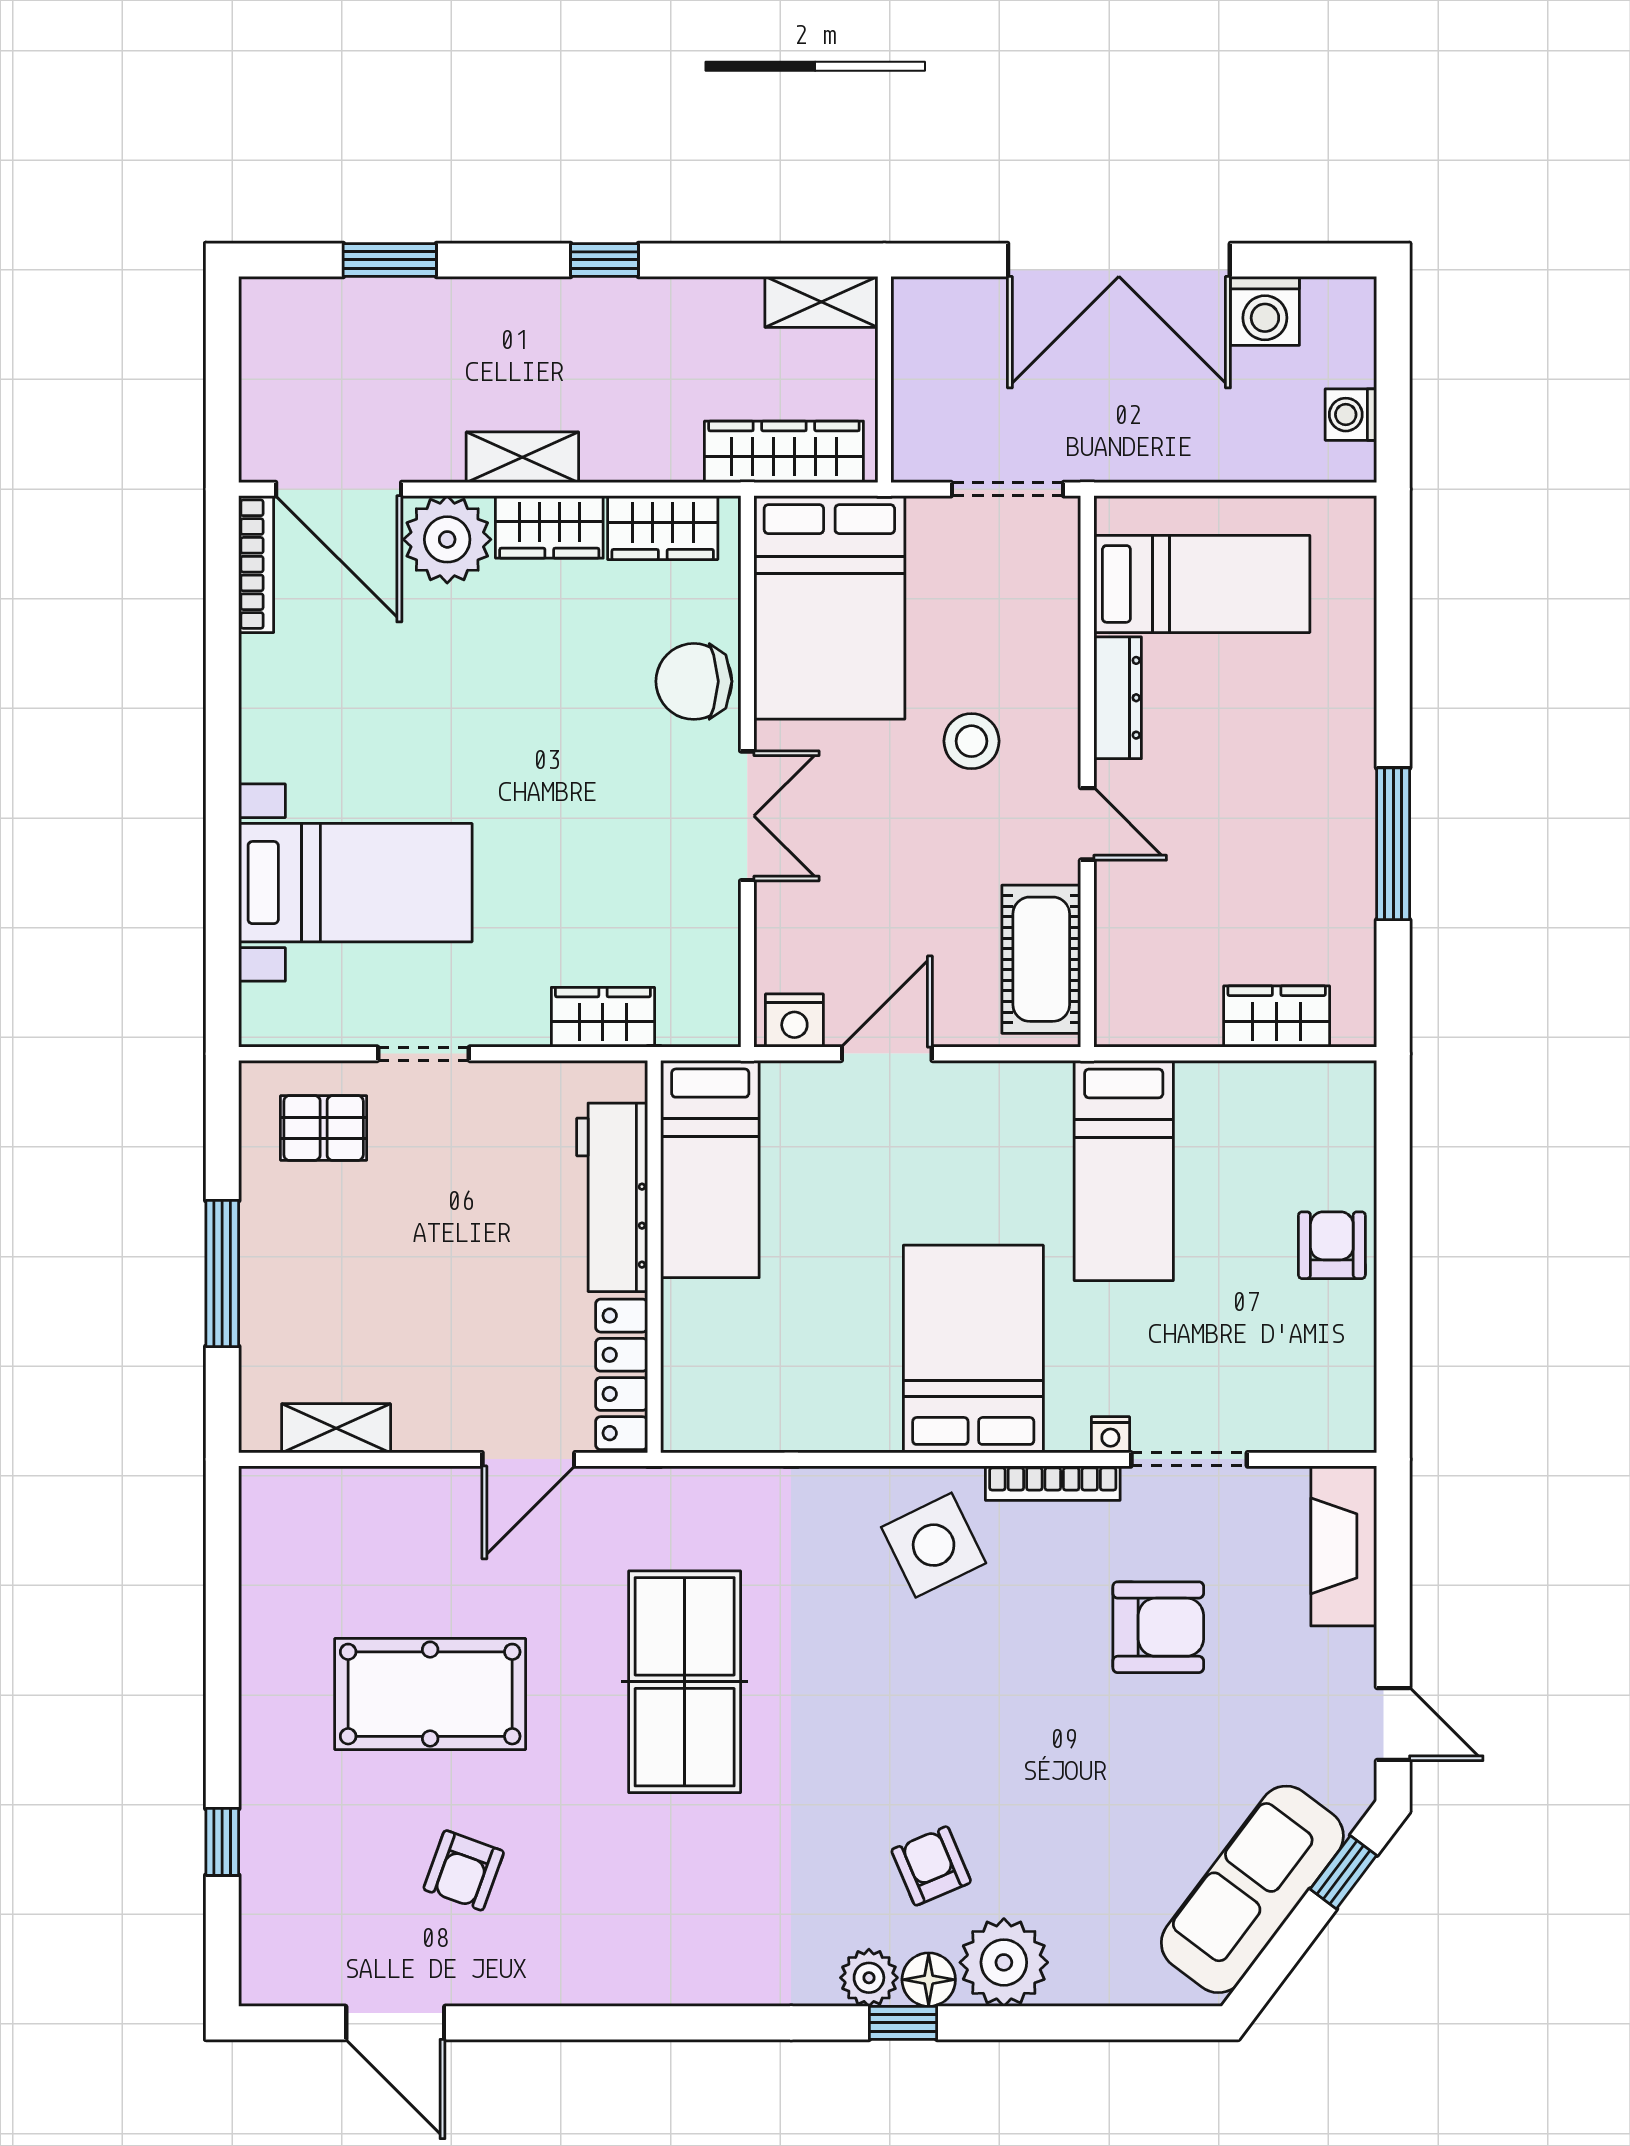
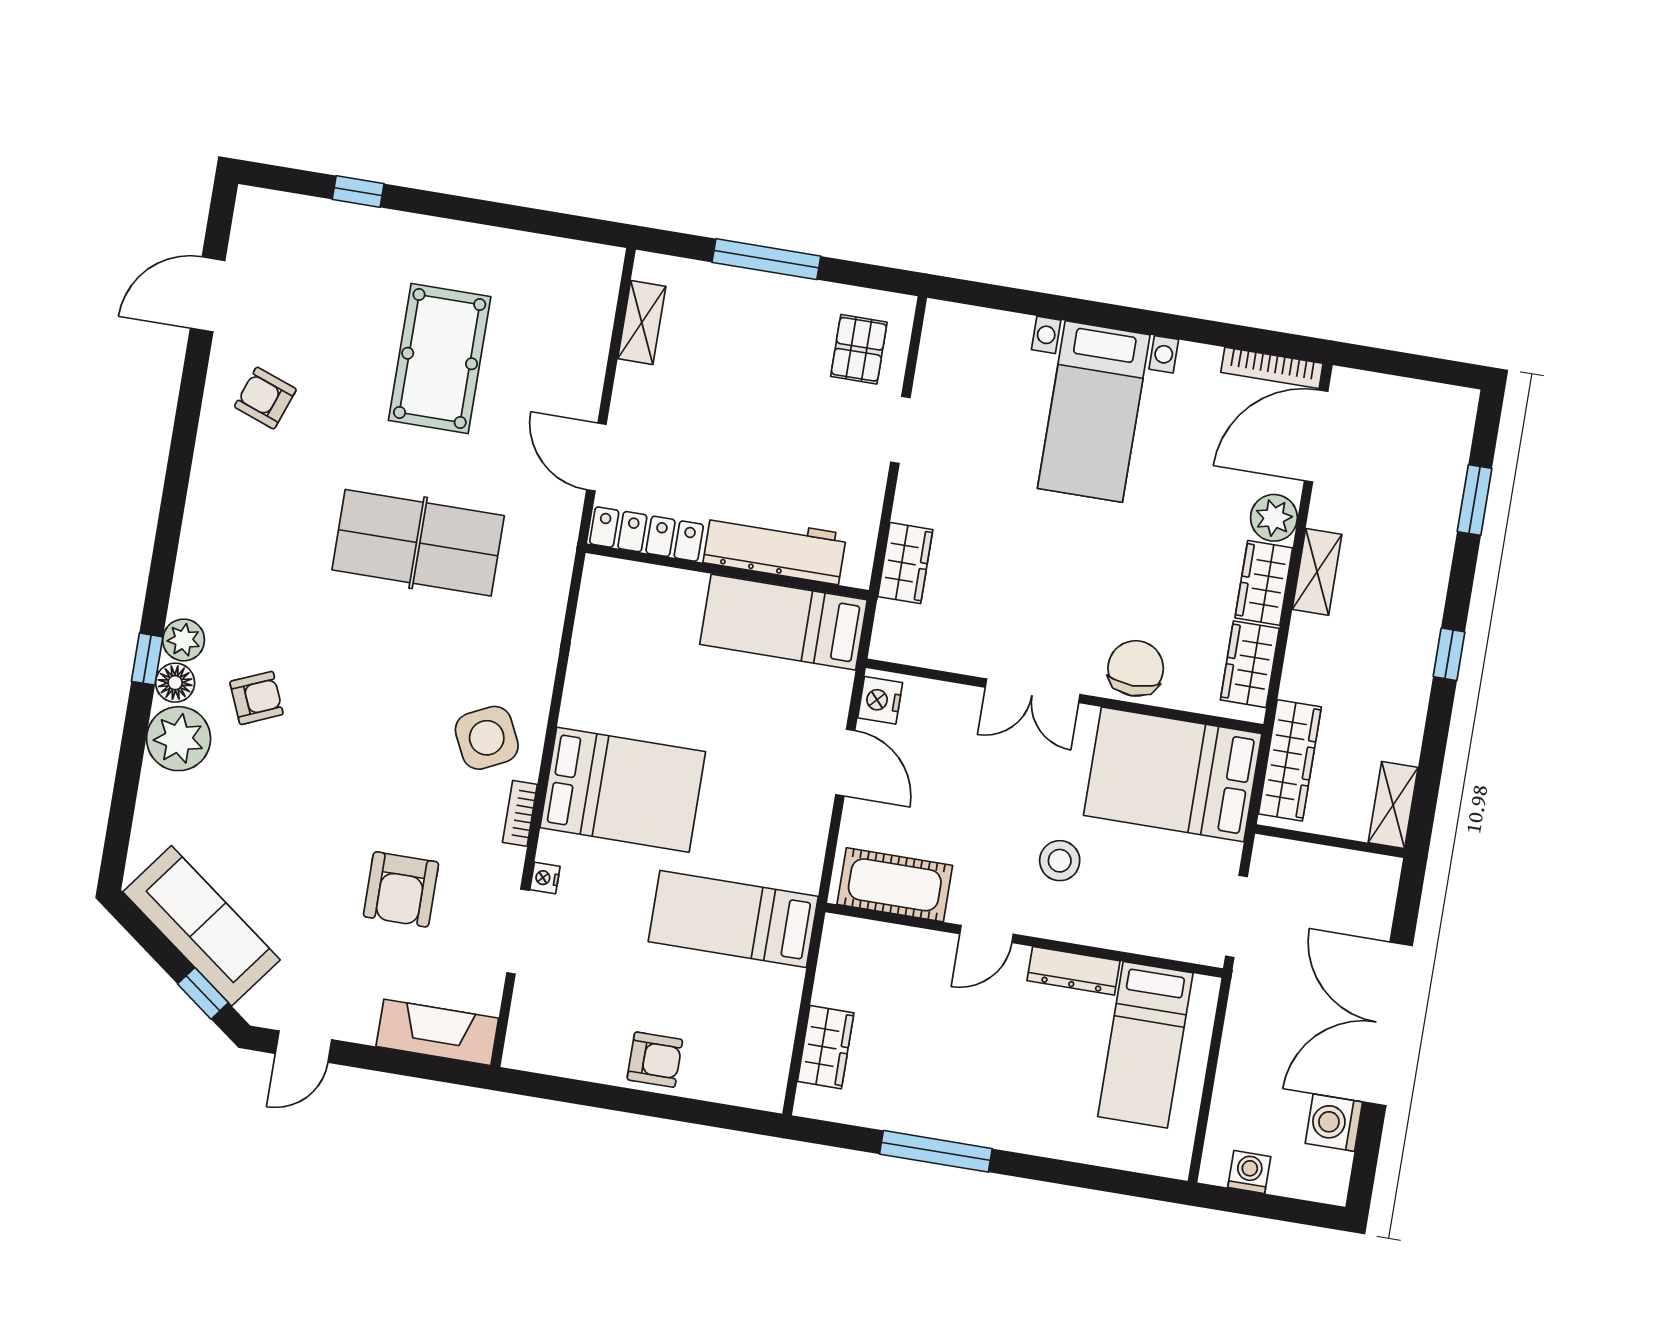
plant: (447, 539) -> (1274, 518), width x0.73, depth x0.73
bed with nightstands: (355, 883) -> (1094, 412), moved
bookcase: (1053, 1483) -> (520, 813), width x0.64
armchair: (464, 1870) -> (265, 398), moved

